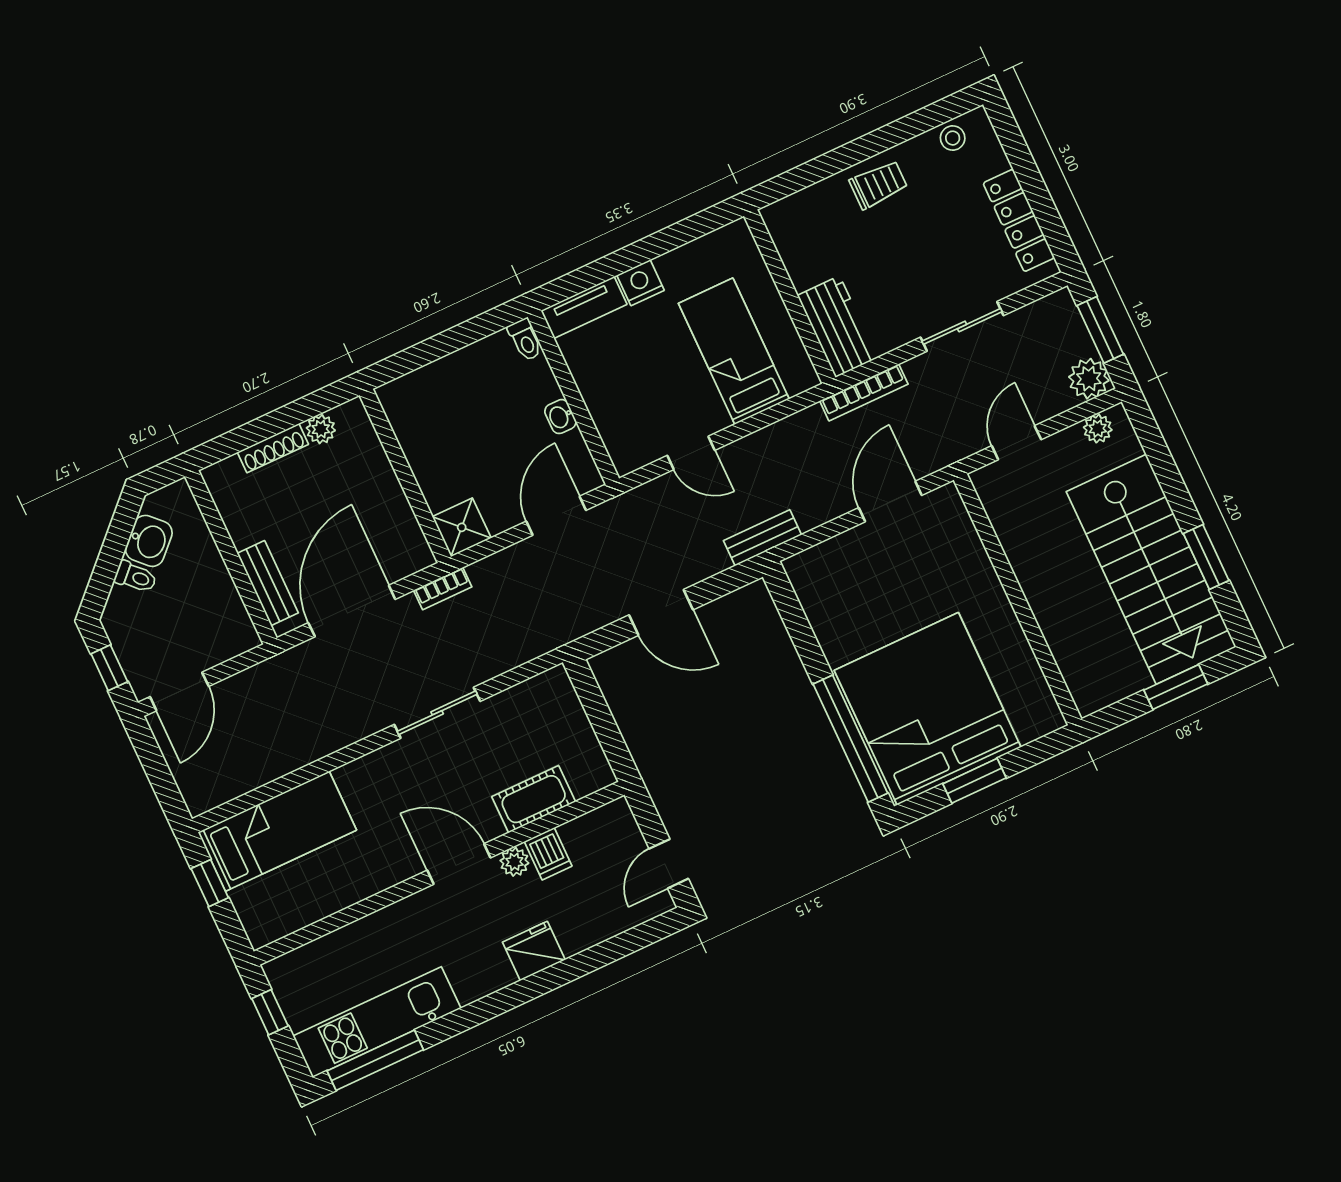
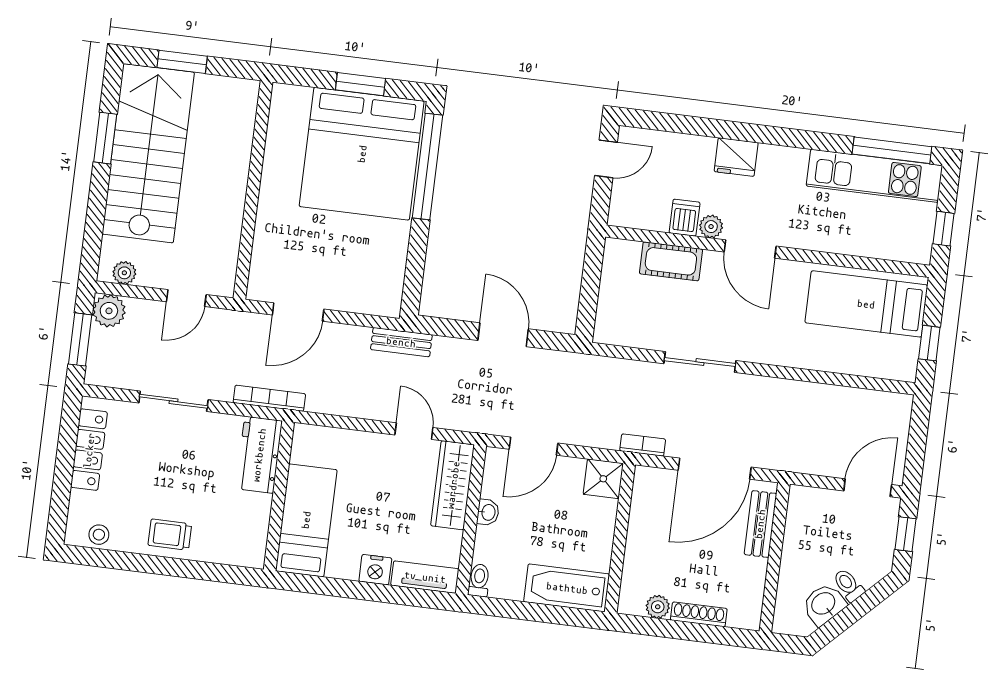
bed: (734, 351) -> (306, 520), moved, turned 180
bathtub: (429, 389) -> (567, 588), added
wardrobe: (615, 422) -> (453, 485), added
bed: (277, 831) -> (866, 304), moved

